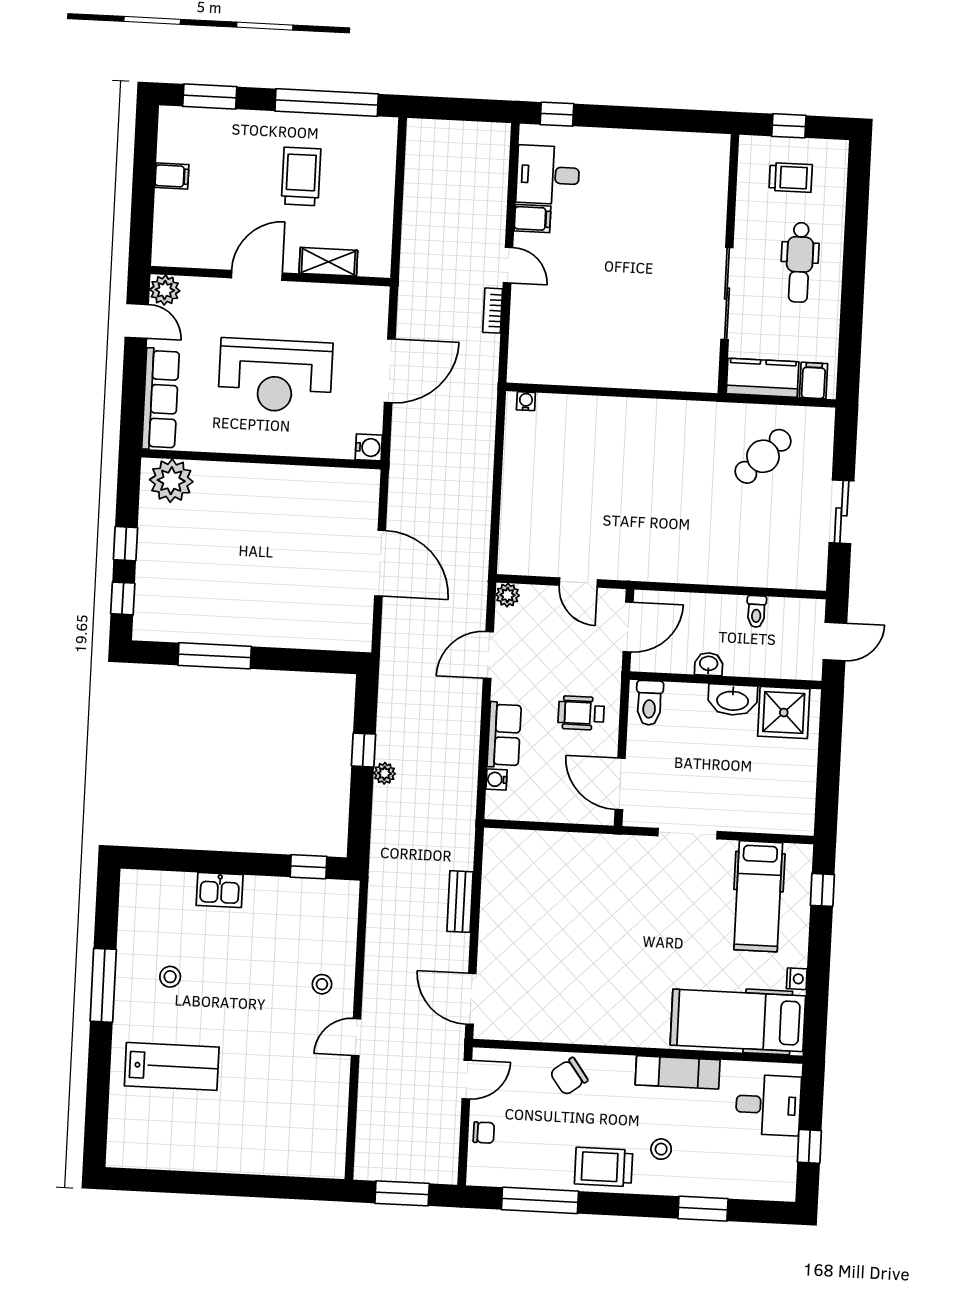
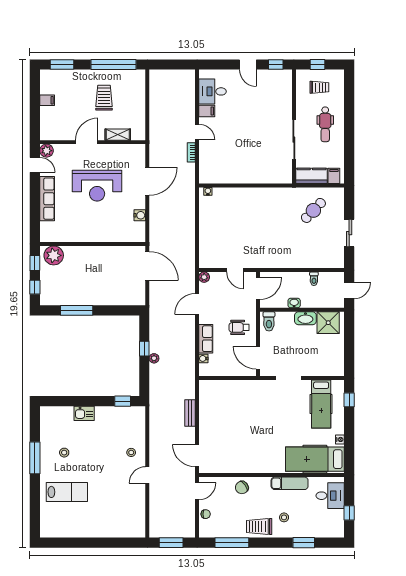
window: (557, 114) -> (276, 64), moved
door: (631, 118) -> (248, 64), added
wall: (261, 459) -> (93, 244), moved
plant: (171, 481) -> (54, 255), moved

